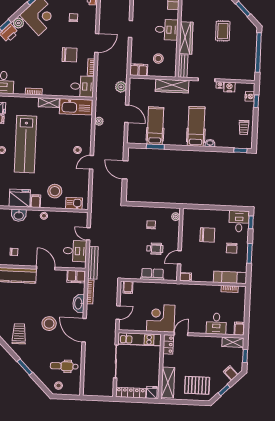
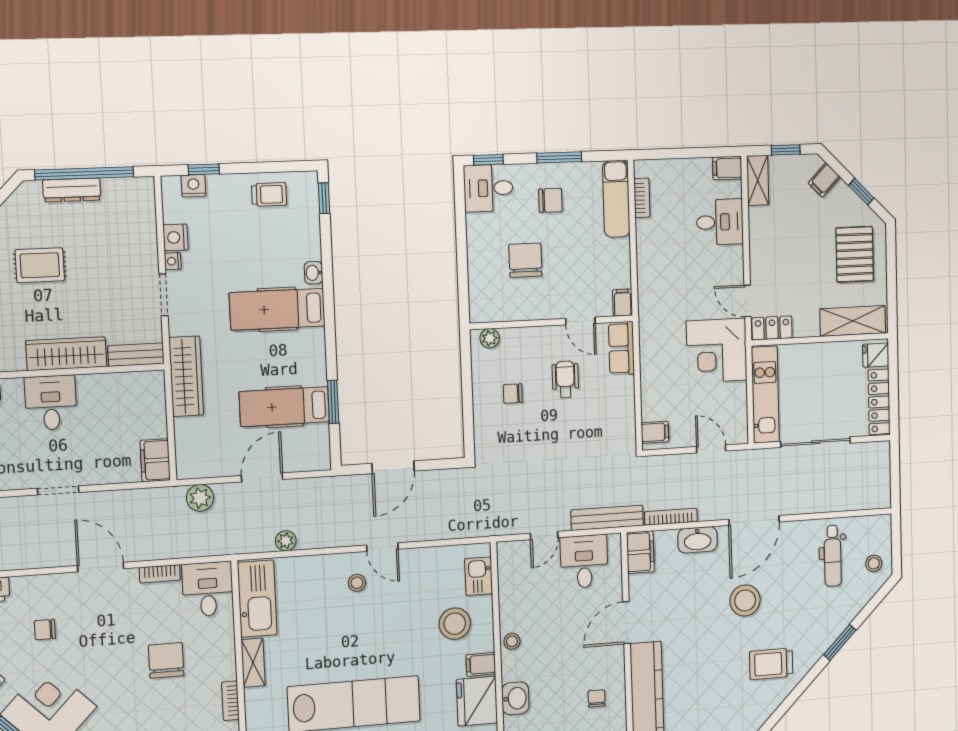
dresser: (252, 47) -> (72, 190), added
chair: (69, 55) -> (166, 660), moved
stool: (158, 59) -> (123, 416), removed
row of seats: (152, 274) -> (621, 348), moved

